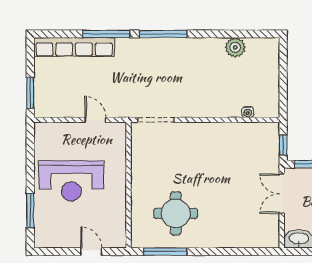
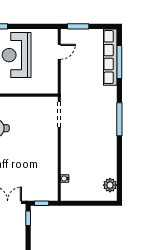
window: (106, 34) -> (119, 62), moved
plant: (235, 47) -> (110, 185), moved
door: (95, 120) -> (59, 52), moved

